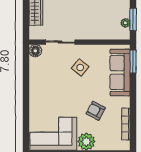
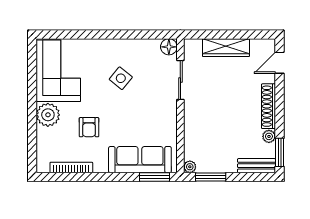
plant: (125, 23) -> (190, 167), moved
side table: (80, 67) -> (121, 78), moved
armchair: (96, 111) -> (89, 127), turned 152

